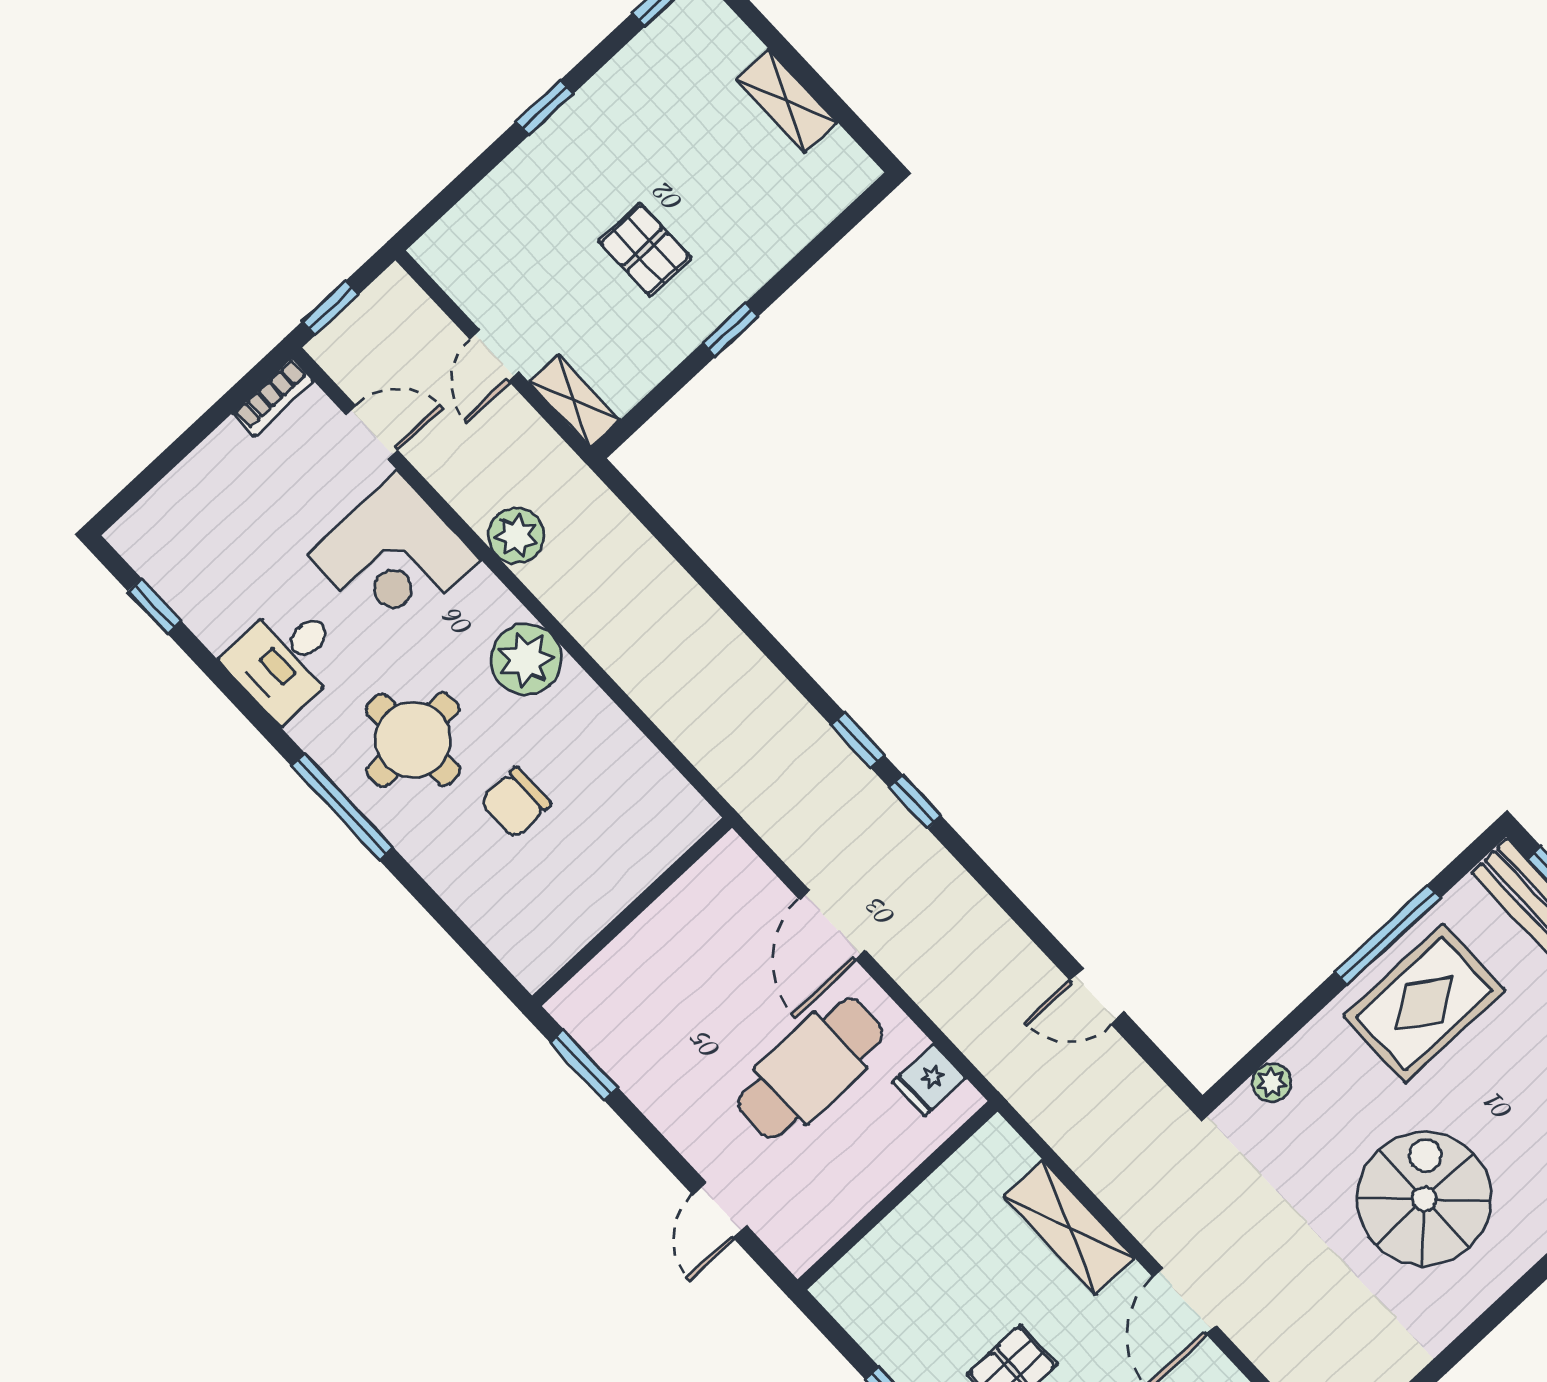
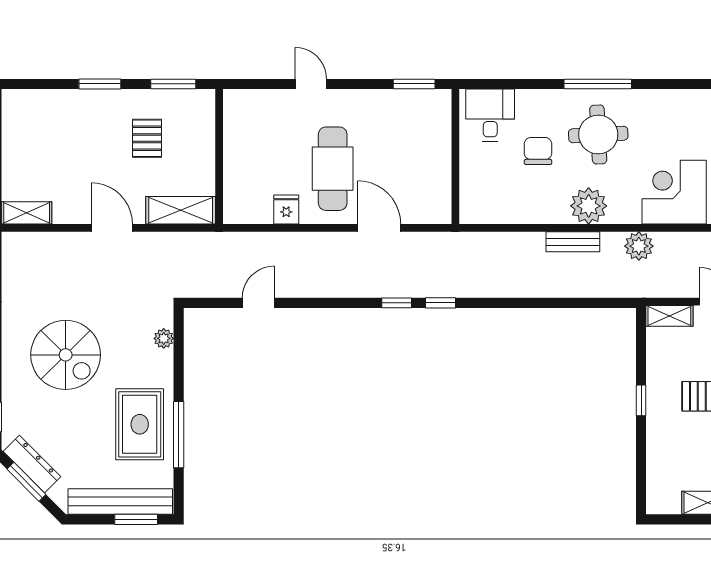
bench: (597, 634) -> (573, 242), added
desk: (286, 659) -> (490, 115), moved
wall: (897, 1195) -> (219, 157), moved

